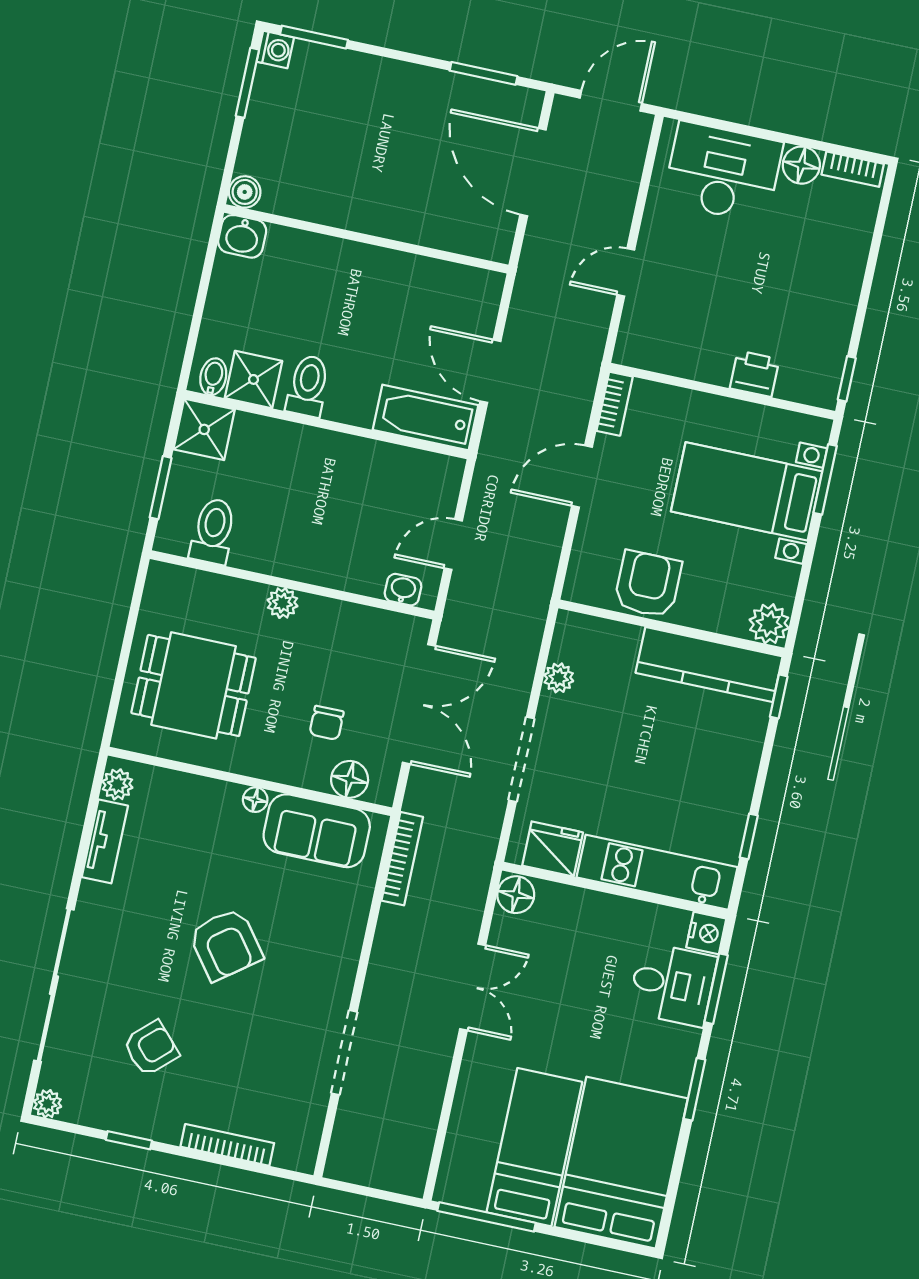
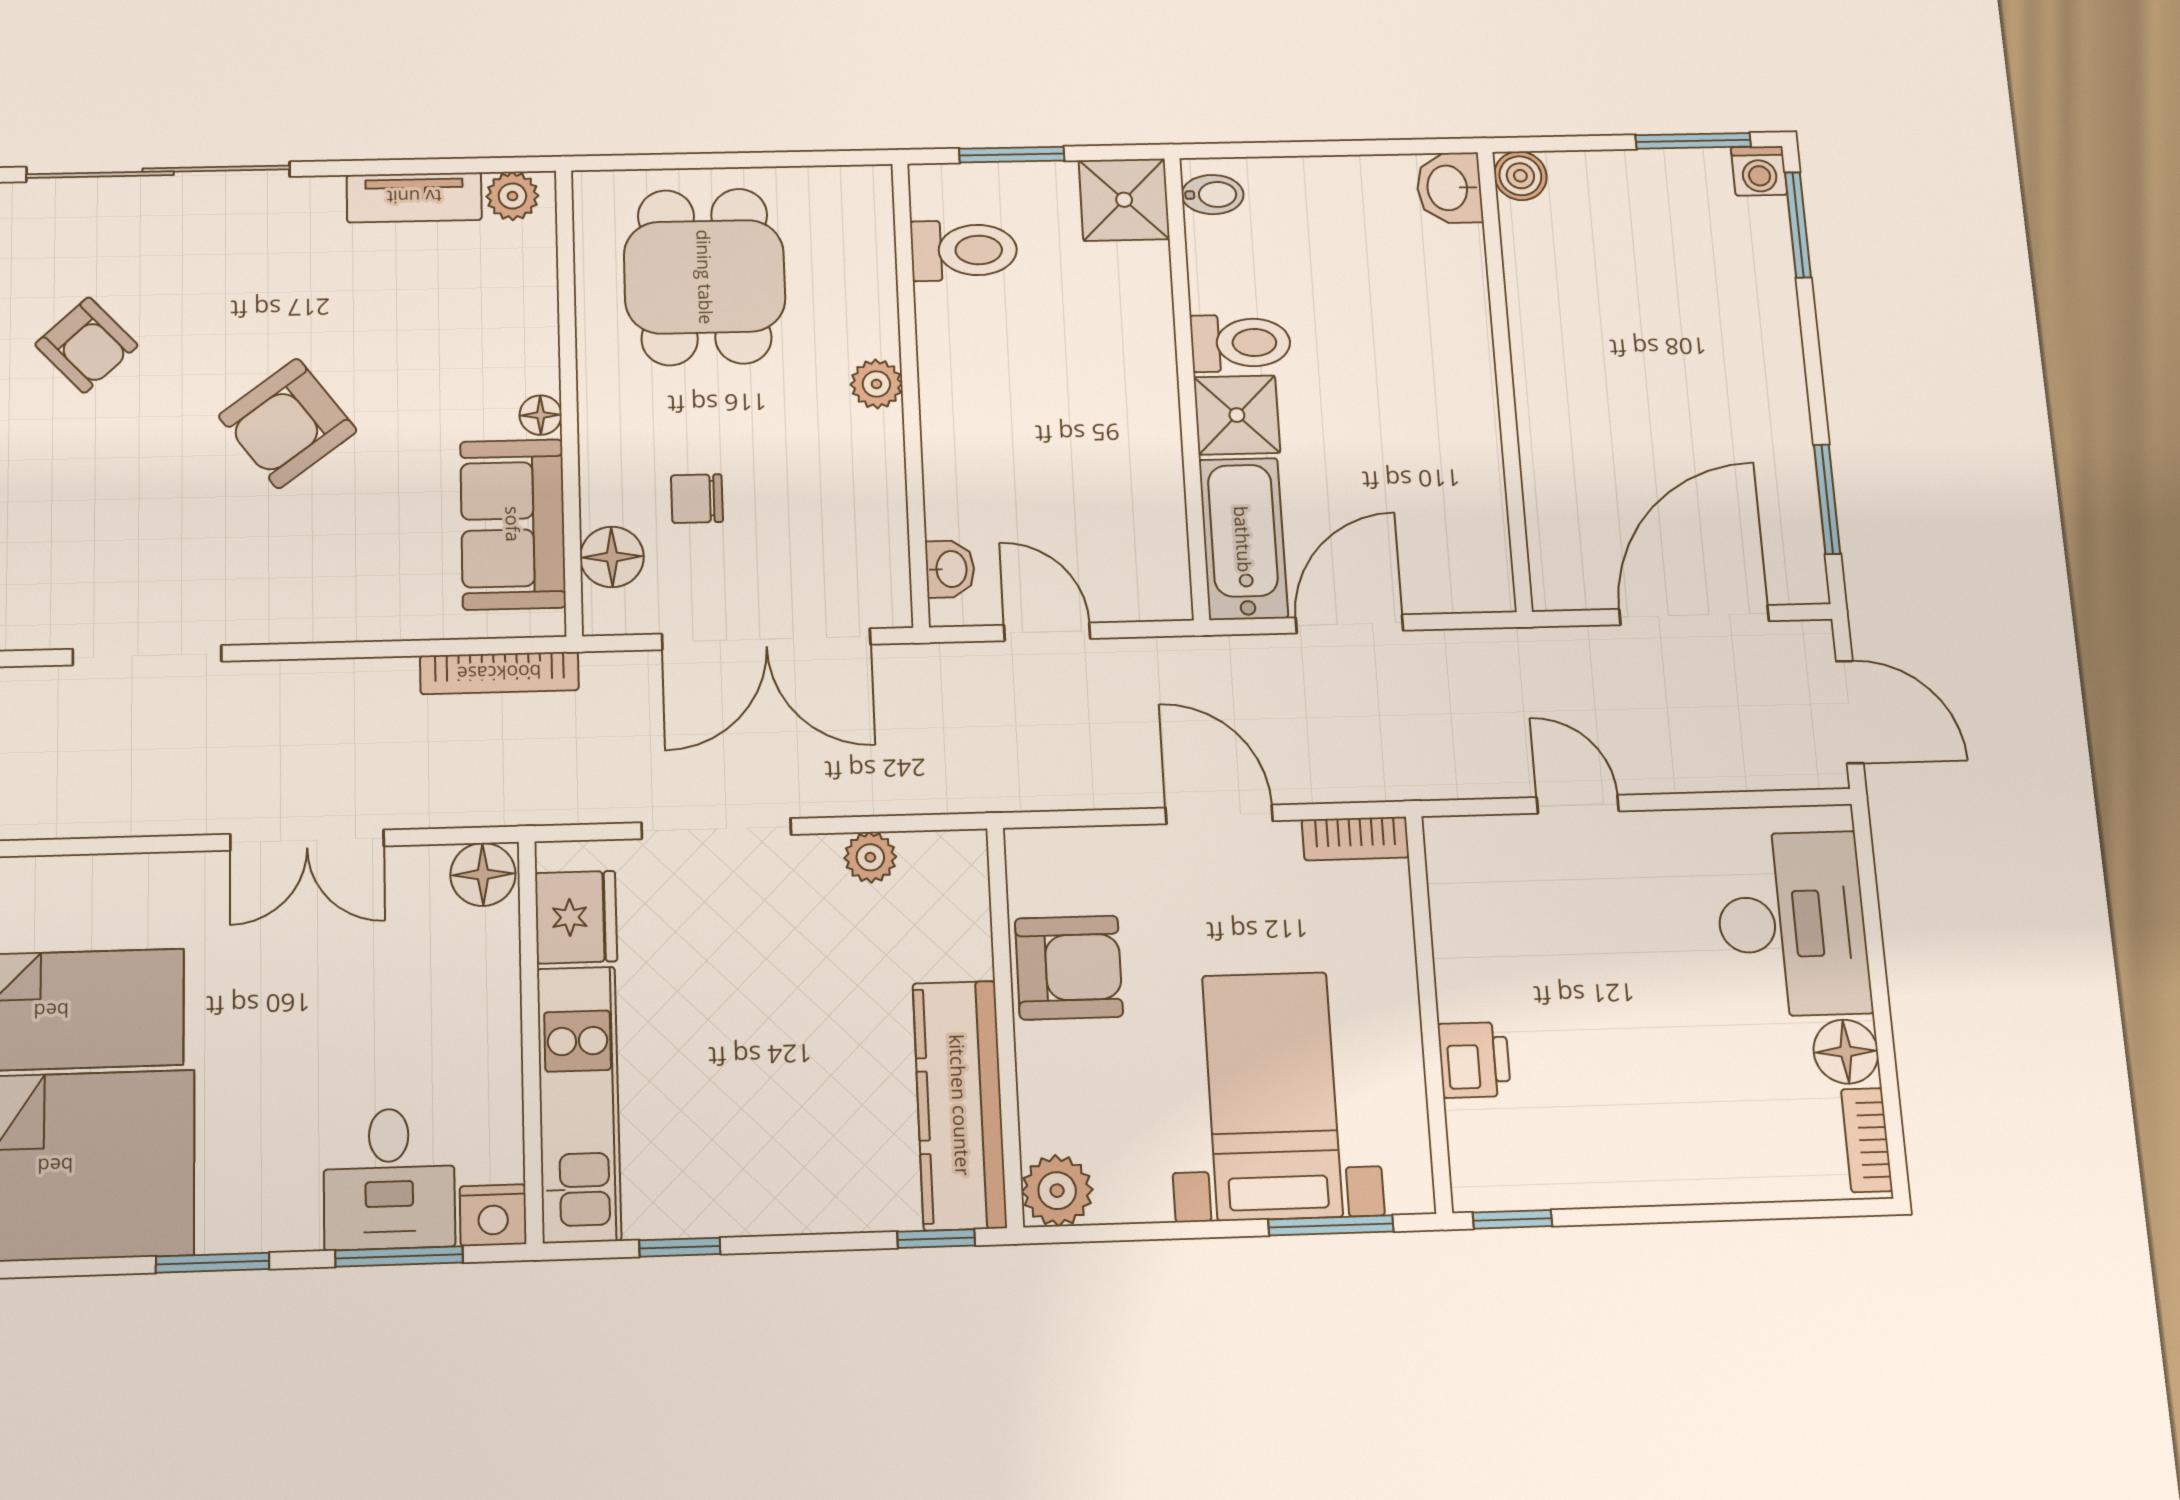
shower: (253, 379) -> (1237, 415), moved

